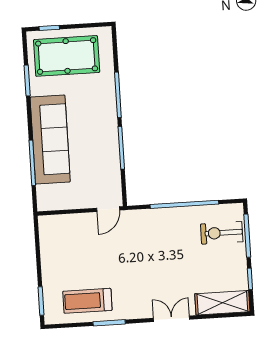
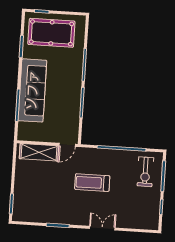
exercise bike: (222, 233) -> (145, 172), turned -90
treadmill: (87, 301) -> (92, 183), moved
shelving: (222, 303) -> (39, 152), moved

